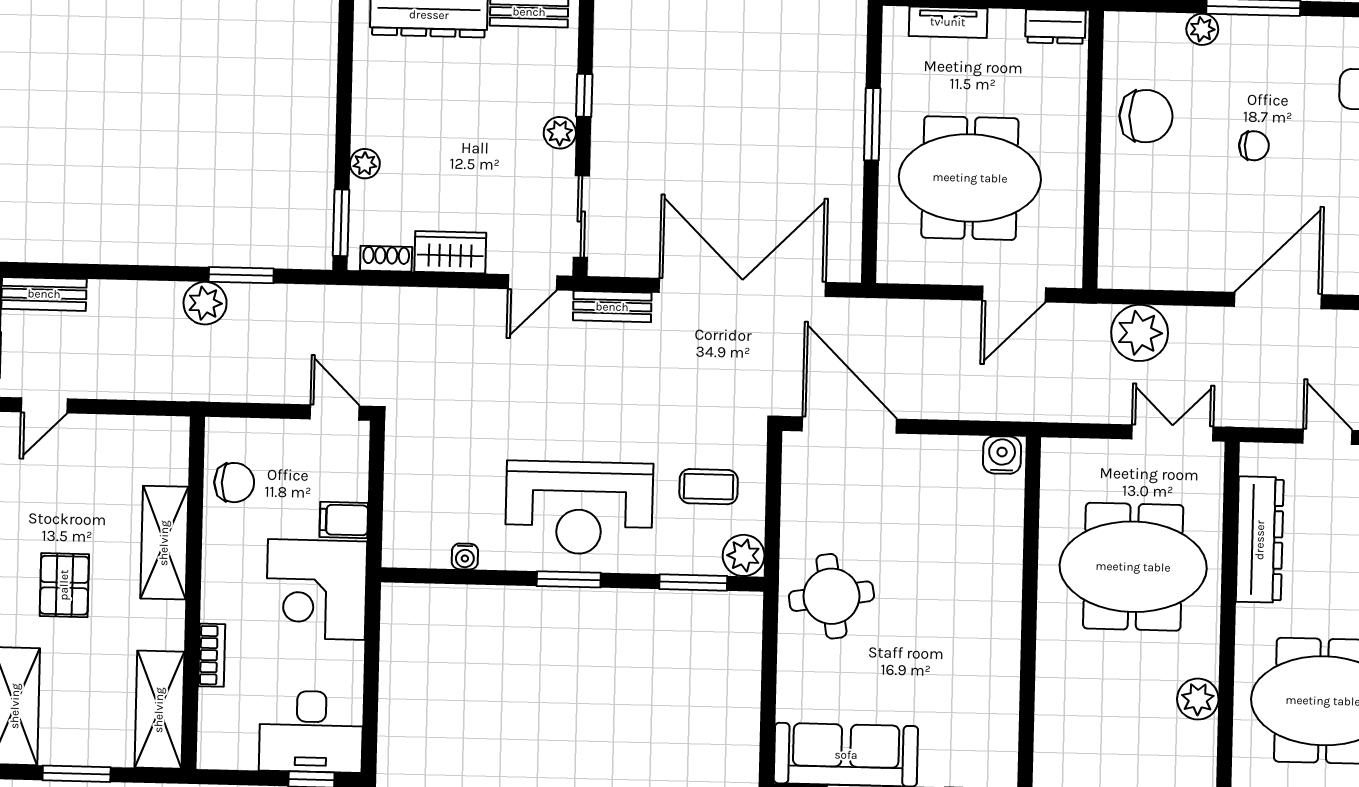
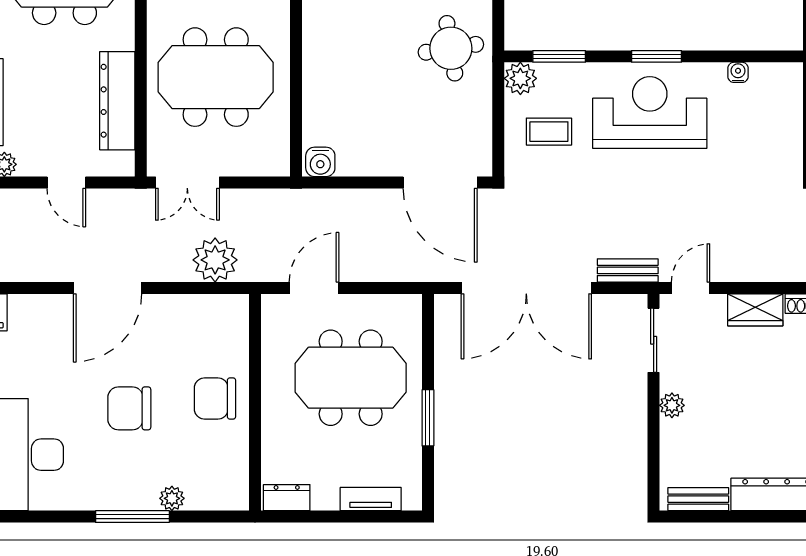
window: (584, 95) -> (654, 435), removed
chair: (1146, 116) -> (215, 398), moved
chair: (1254, 146) -> (129, 408), width x1.87, depth x1.87

